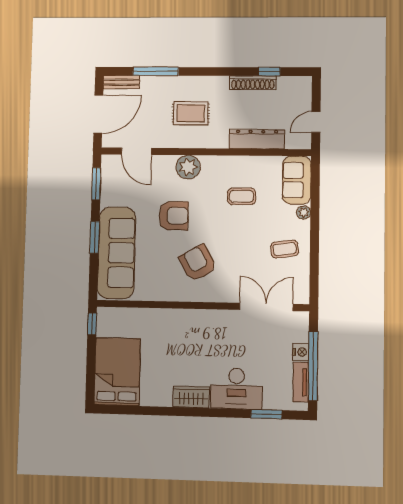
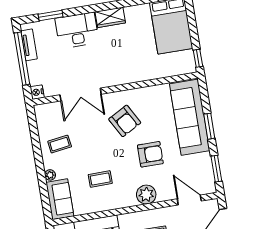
armchair: (174, 216) -> (150, 154), turned 180
double door: (266, 307) -> (81, 94), moved
nightstand: (301, 352) -> (37, 92), moved

